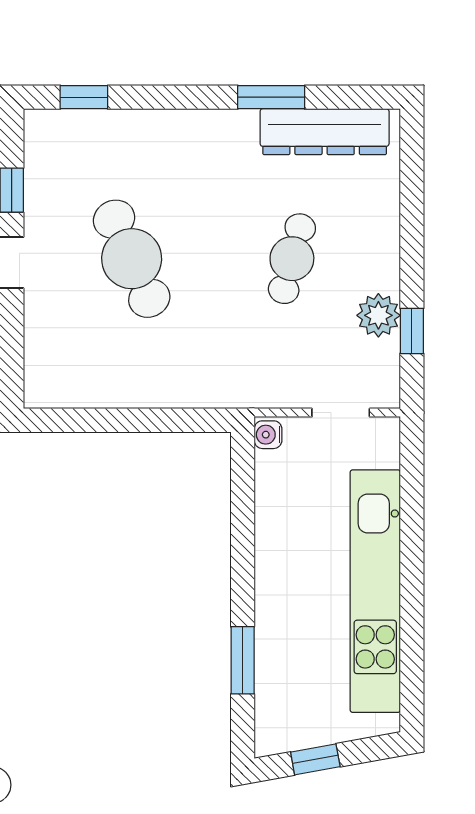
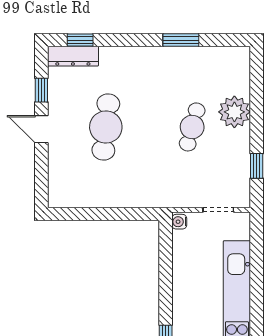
dresser: (325, 132) -> (73, 56), moved, width x0.73, depth x0.80
cafe table: (132, 259) -> (106, 127), turned 30
plant: (378, 315) -> (234, 112), moved, width x1.36, depth x1.36

